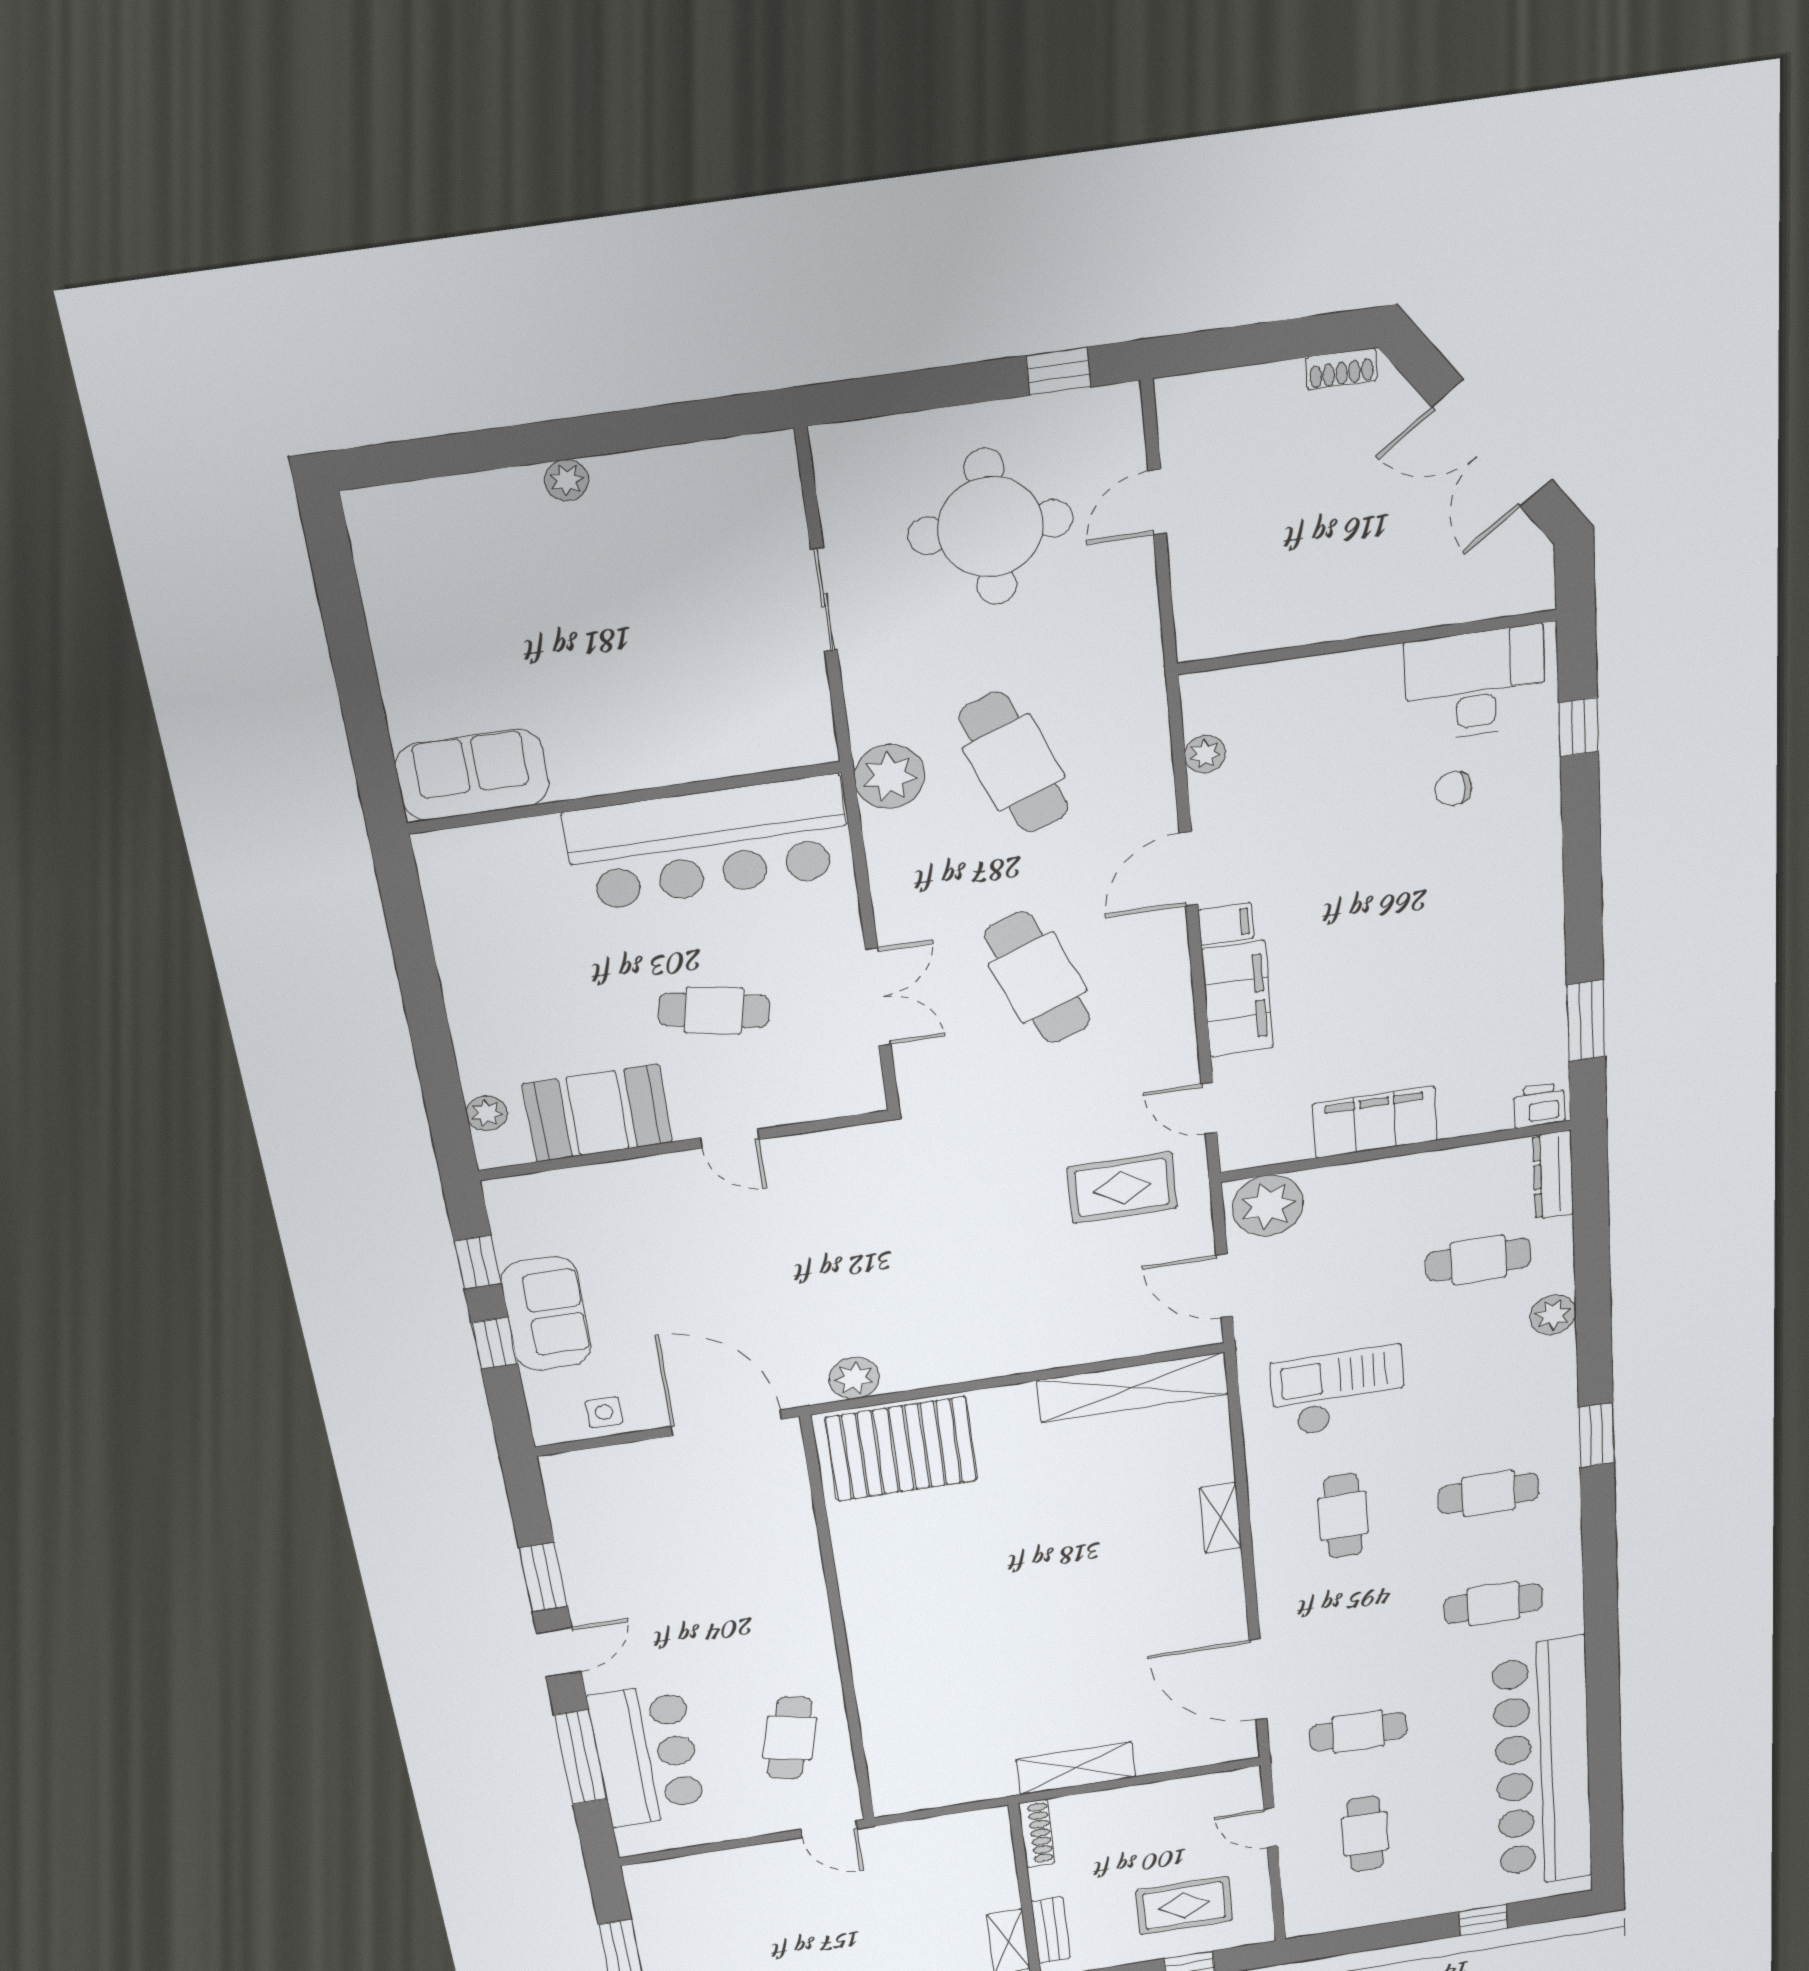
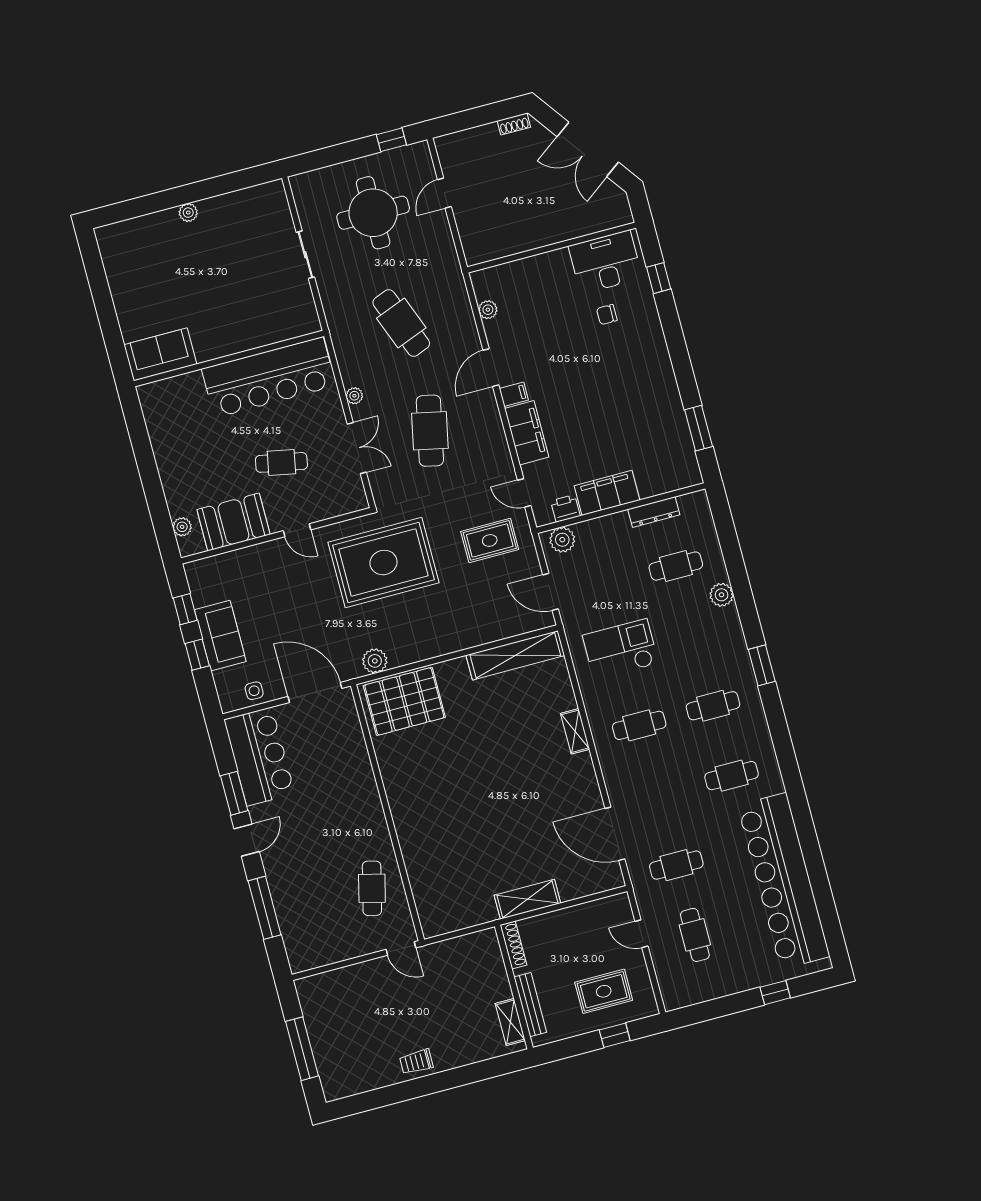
plant: (890, 776) -> (354, 396), moved, width x0.53, depth x0.53
cafe table: (1038, 978) -> (430, 431), turned 33
printer: (1539, 1105) -> (565, 508), moved
dresser: (1553, 1175) -> (654, 512), moved, turned -90
plant: (1268, 1206) -> (562, 540), width x0.73, depth x0.73
rug: (900, 1210) -> (384, 563), added
cafe table: (1343, 1516) -> (639, 725), turned 90
bar counter: (647, 1755) -> (259, 757), moved
bench: (1051, 1930) -> (530, 1005), width x1.36

